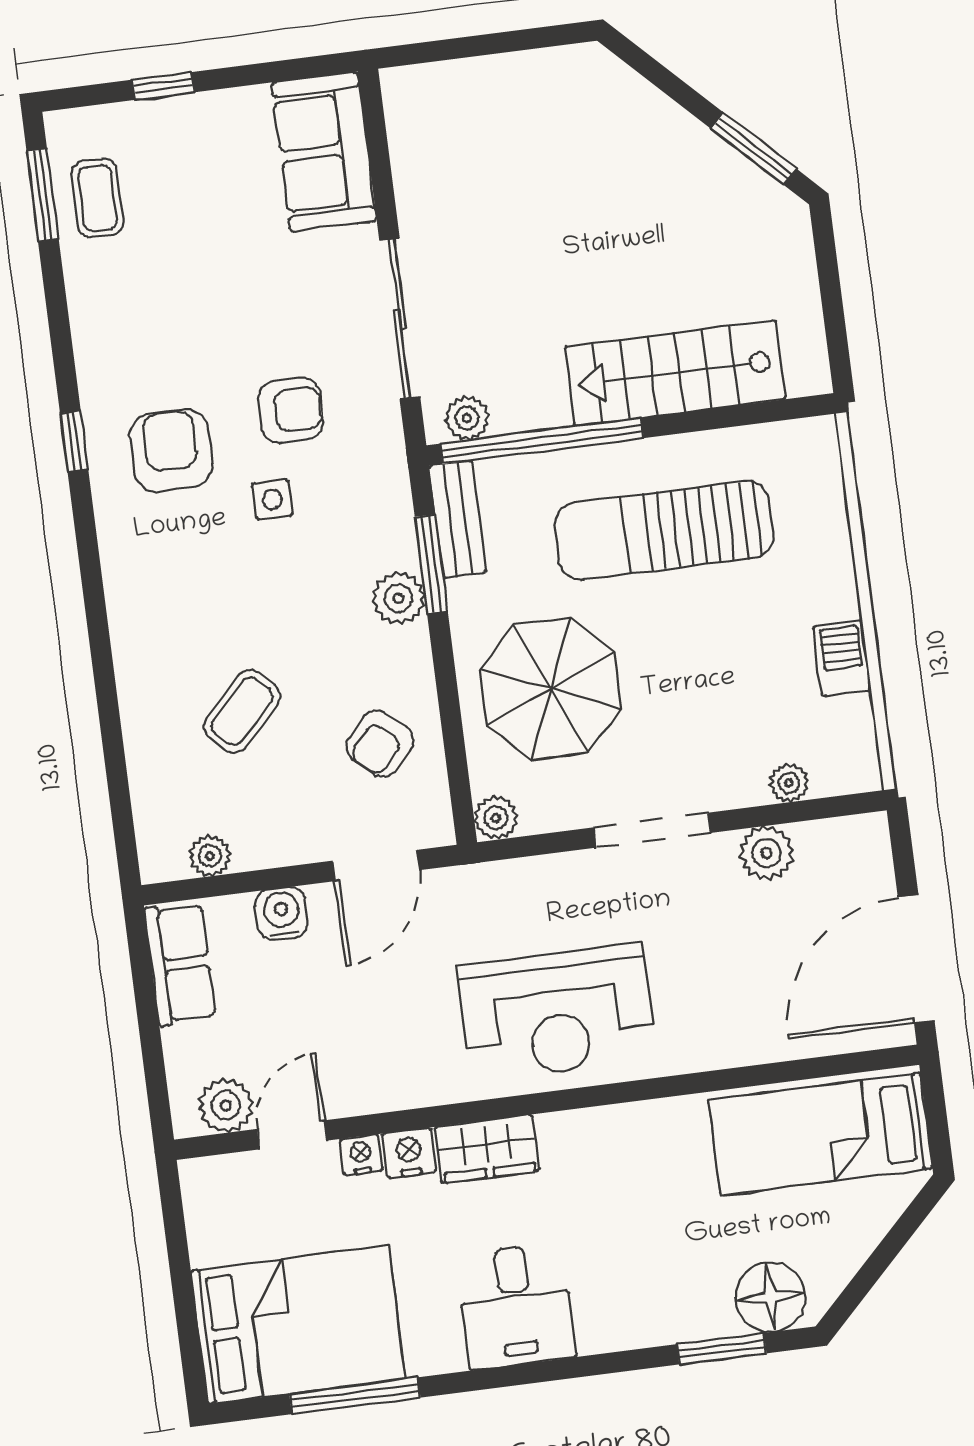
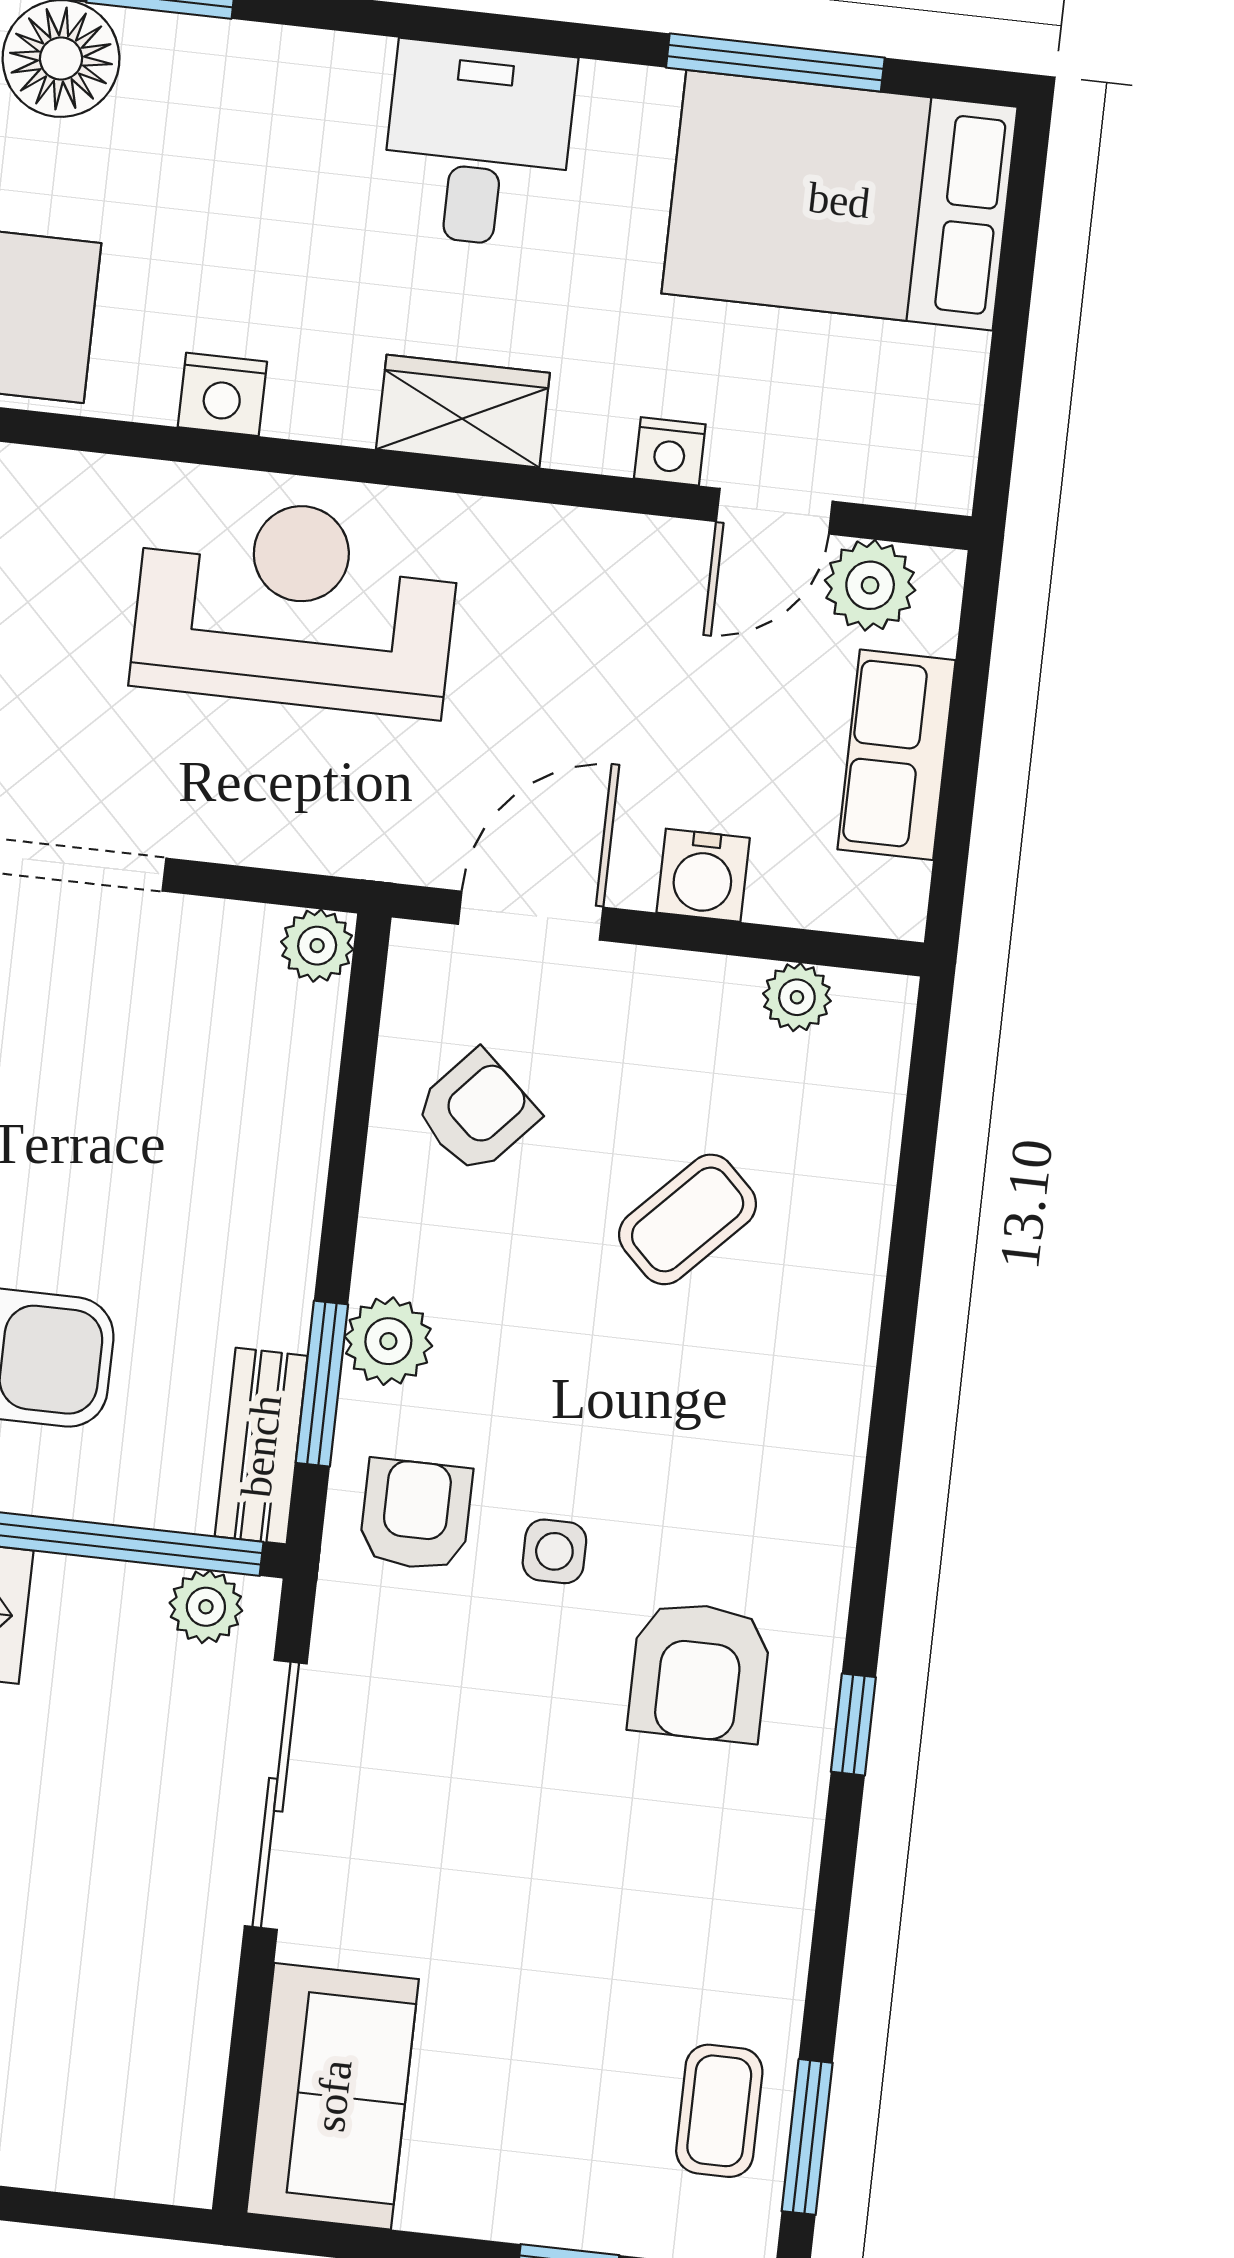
armchair: (291, 410) -> (416, 1515), moved, turned 90
parasol: (551, 689) -> (177, 1134), removed
row of seats: (180, 964) -> (896, 755), moved
nightstand: (409, 1153) -> (222, 394), moved

